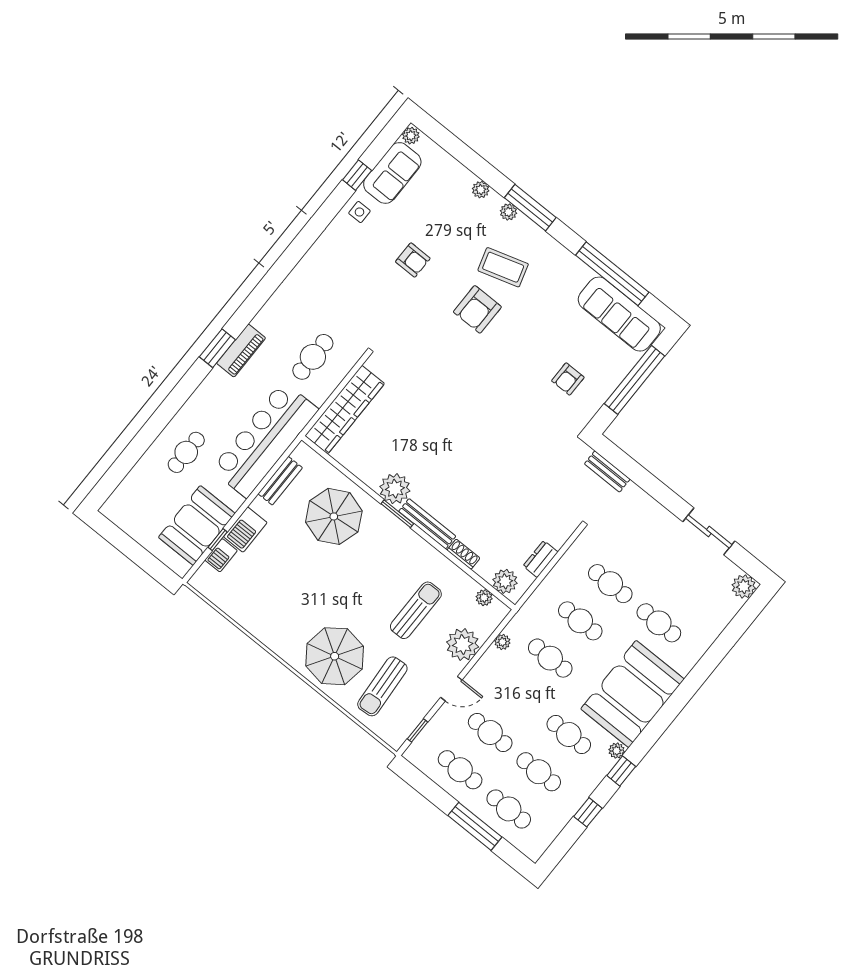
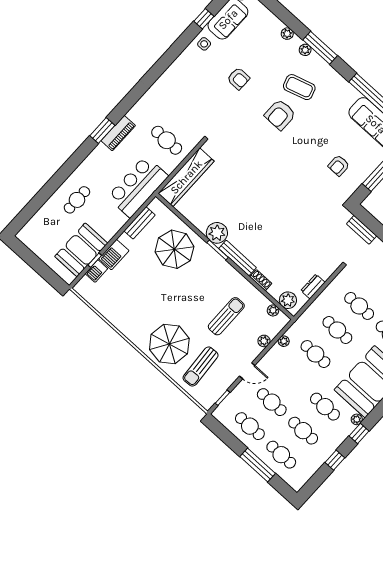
cafe table: (313, 357) -> (167, 140), turned 90
bar counter: (265, 440) -> (138, 187), width x0.73
plant: (463, 645) -> (264, 341), width x0.53, depth x0.53

